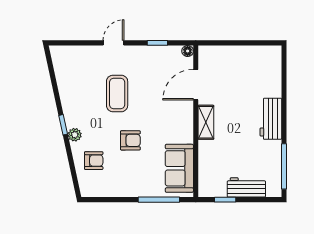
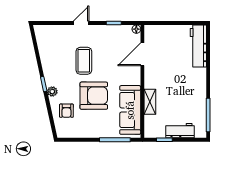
workbench: (271, 119) -> (198, 46), moved, width x1.37
shelving: (206, 122) -> (150, 102), moved
armchair: (130, 140) -> (94, 96), width x1.88, depth x1.88
armchair: (94, 161) -> (66, 111), turned 90
sofa: (179, 168) -> (130, 110), width x1.36

